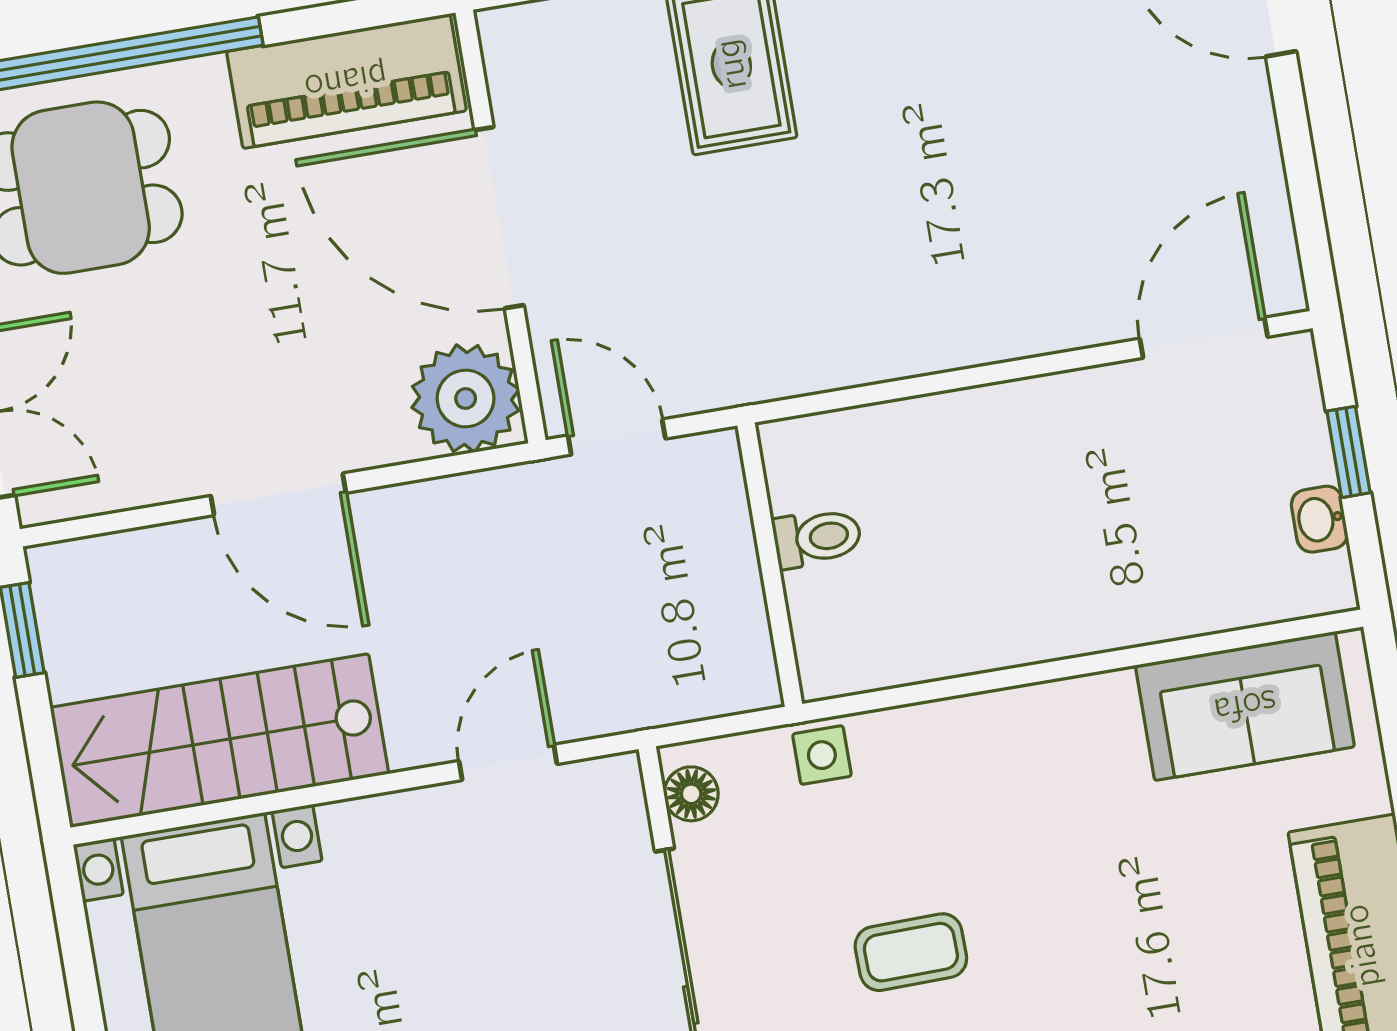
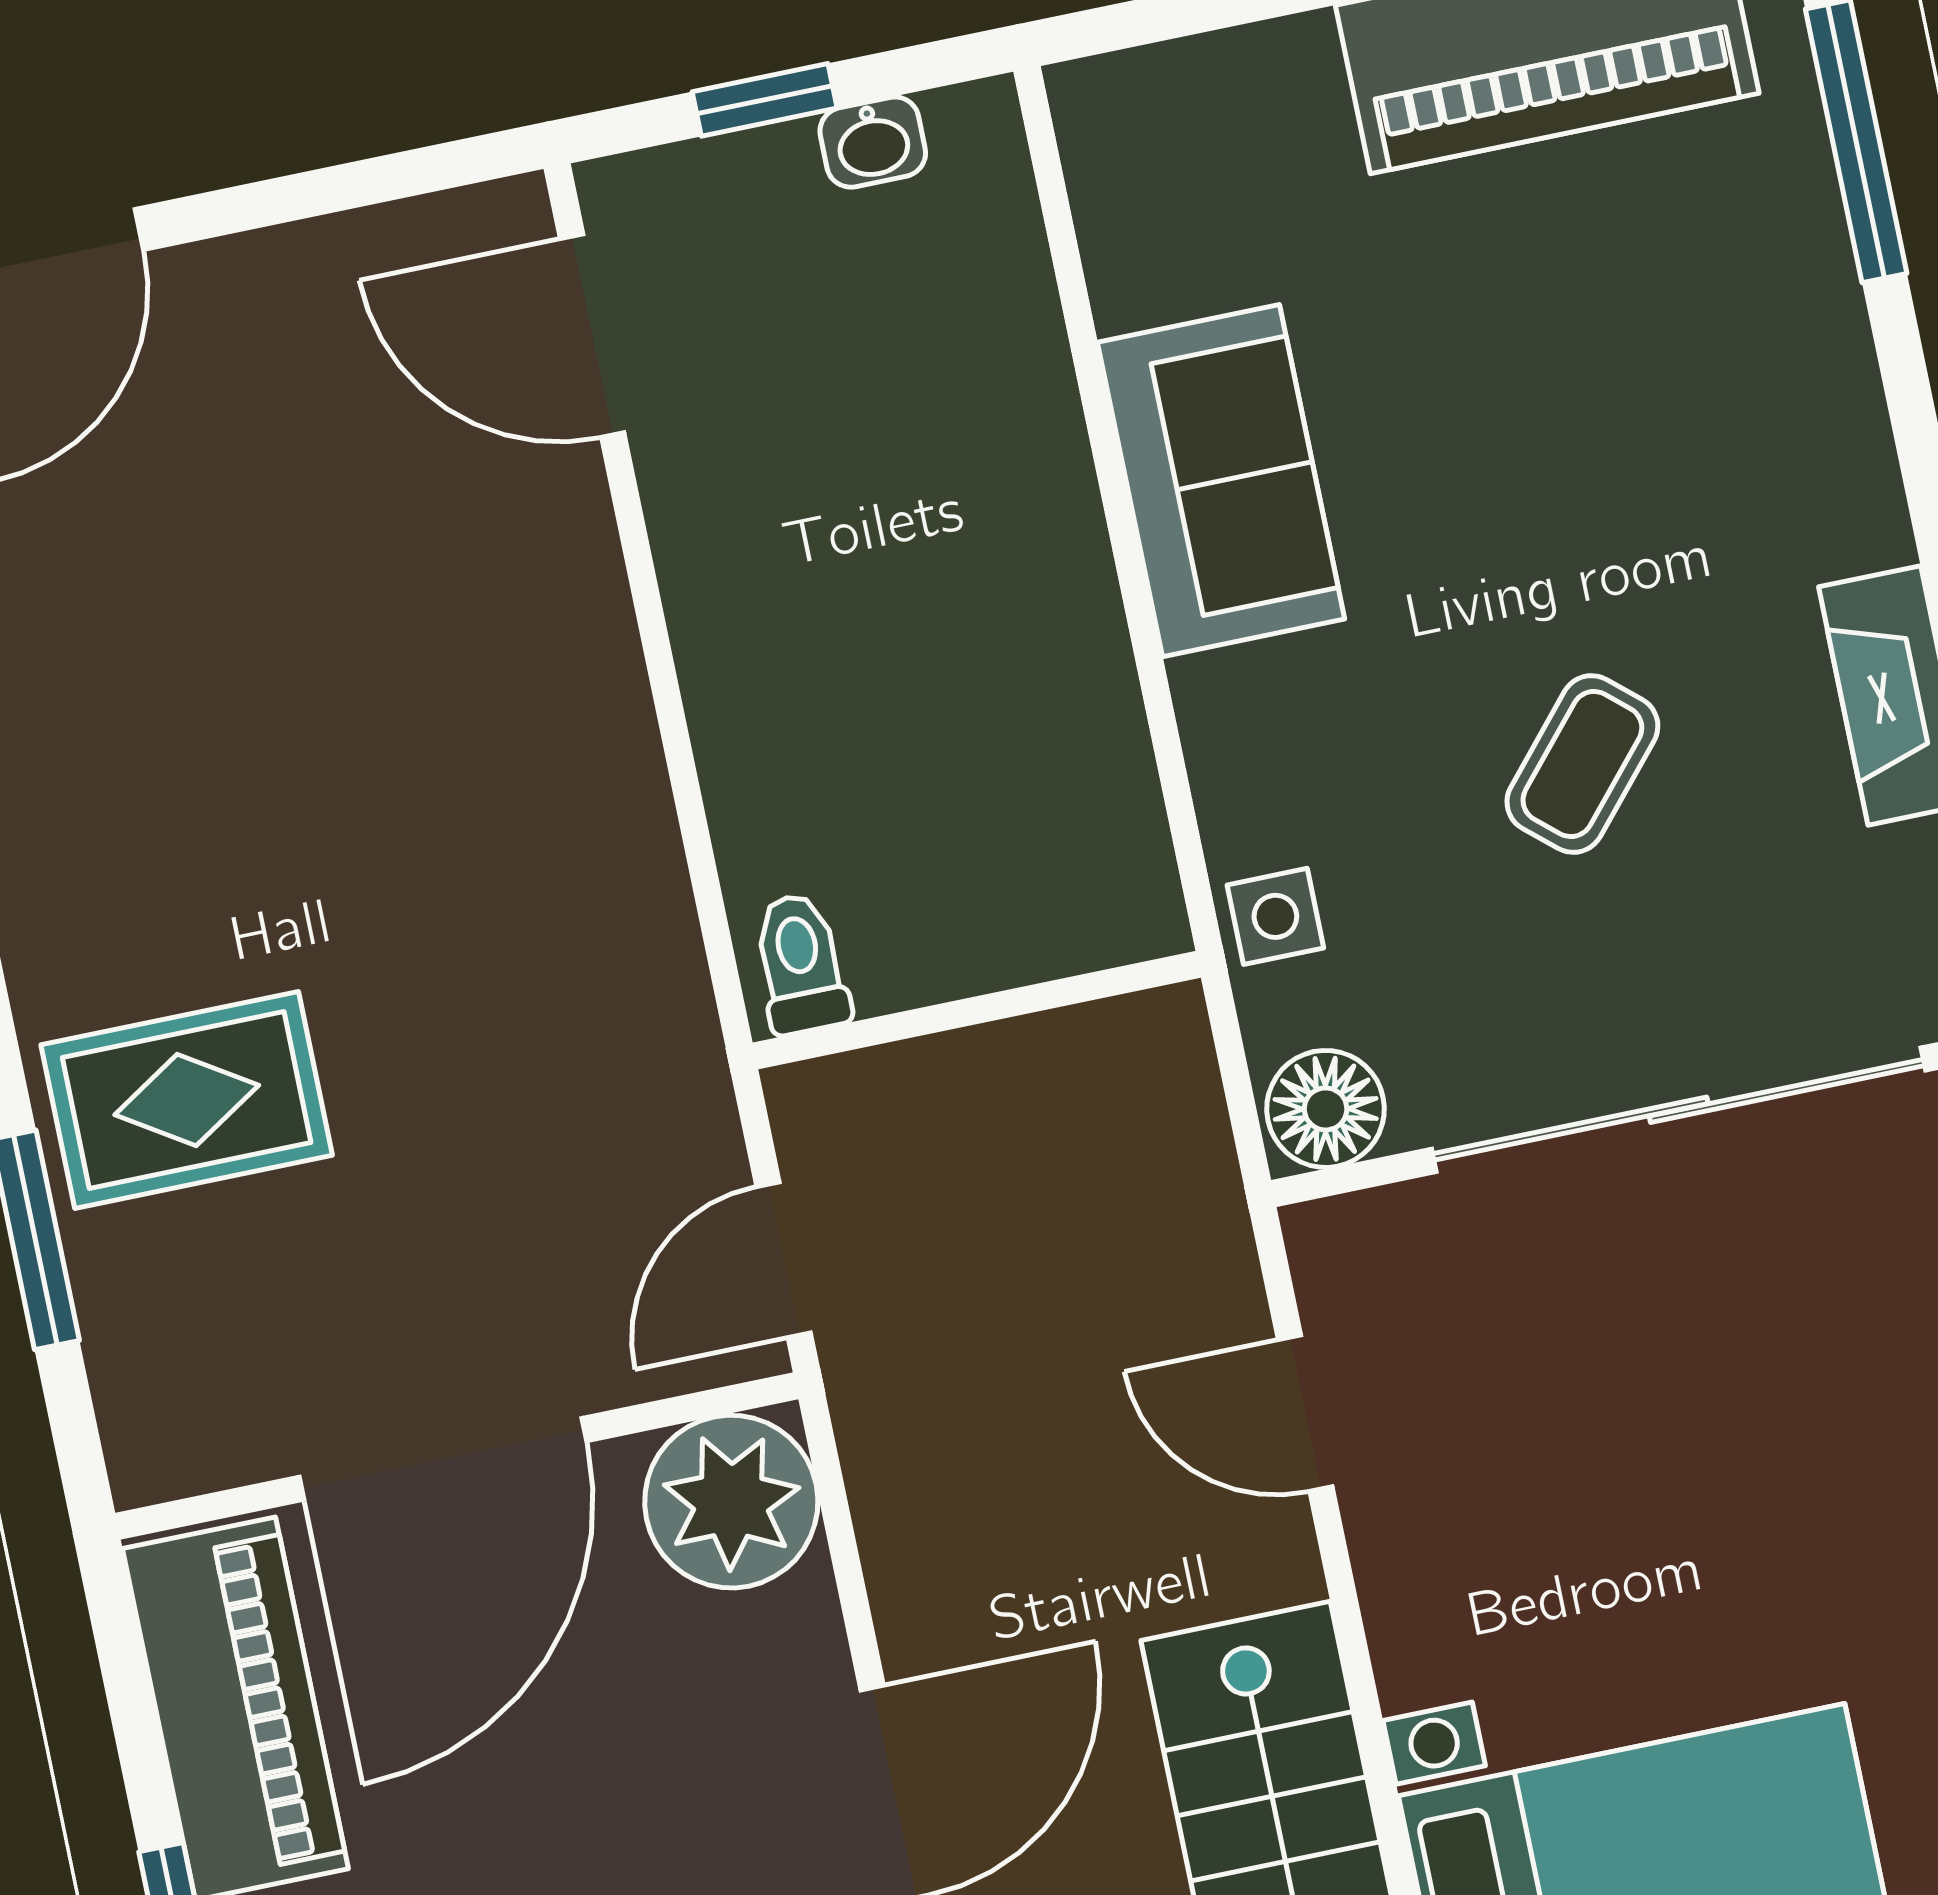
toilet: (817, 538) -> (801, 964), moved
sofa: (1245, 706) -> (1221, 481), moved
floor lamp: (691, 794) -> (1326, 1109), width x1.37, depth x1.37
coffee table: (911, 952) -> (1582, 764), turned 42

